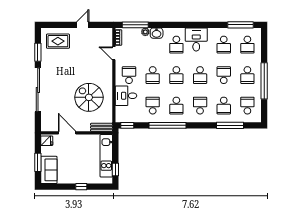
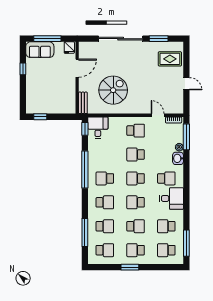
rug: (58, 41) -> (170, 59), turned 90
school desk: (176, 45) -> (166, 178), turned 180
door: (114, 53) -> (158, 115), hinge flipped
window: (264, 81) -> (130, 267), width x0.47
desk: (126, 96) -> (98, 128), moved
school desk: (153, 106) -> (105, 155), removed
school desk: (224, 106) -> (105, 226), turned 180
kitchen unit: (106, 156) -> (54, 108), removed
window: (38, 162) -> (47, 39), width x1.44
window: (81, 187) -> (23, 69), moved

